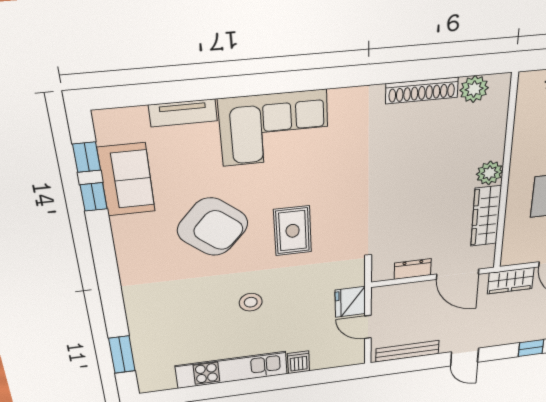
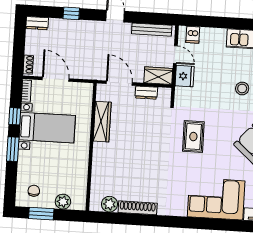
plant: (490, 173) -> (100, 150), removed
rug: (293, 231) -> (193, 137), moved
wardrobe: (511, 281) -> (158, 76), moved
dishwasher: (299, 362) -> (193, 35), moved

